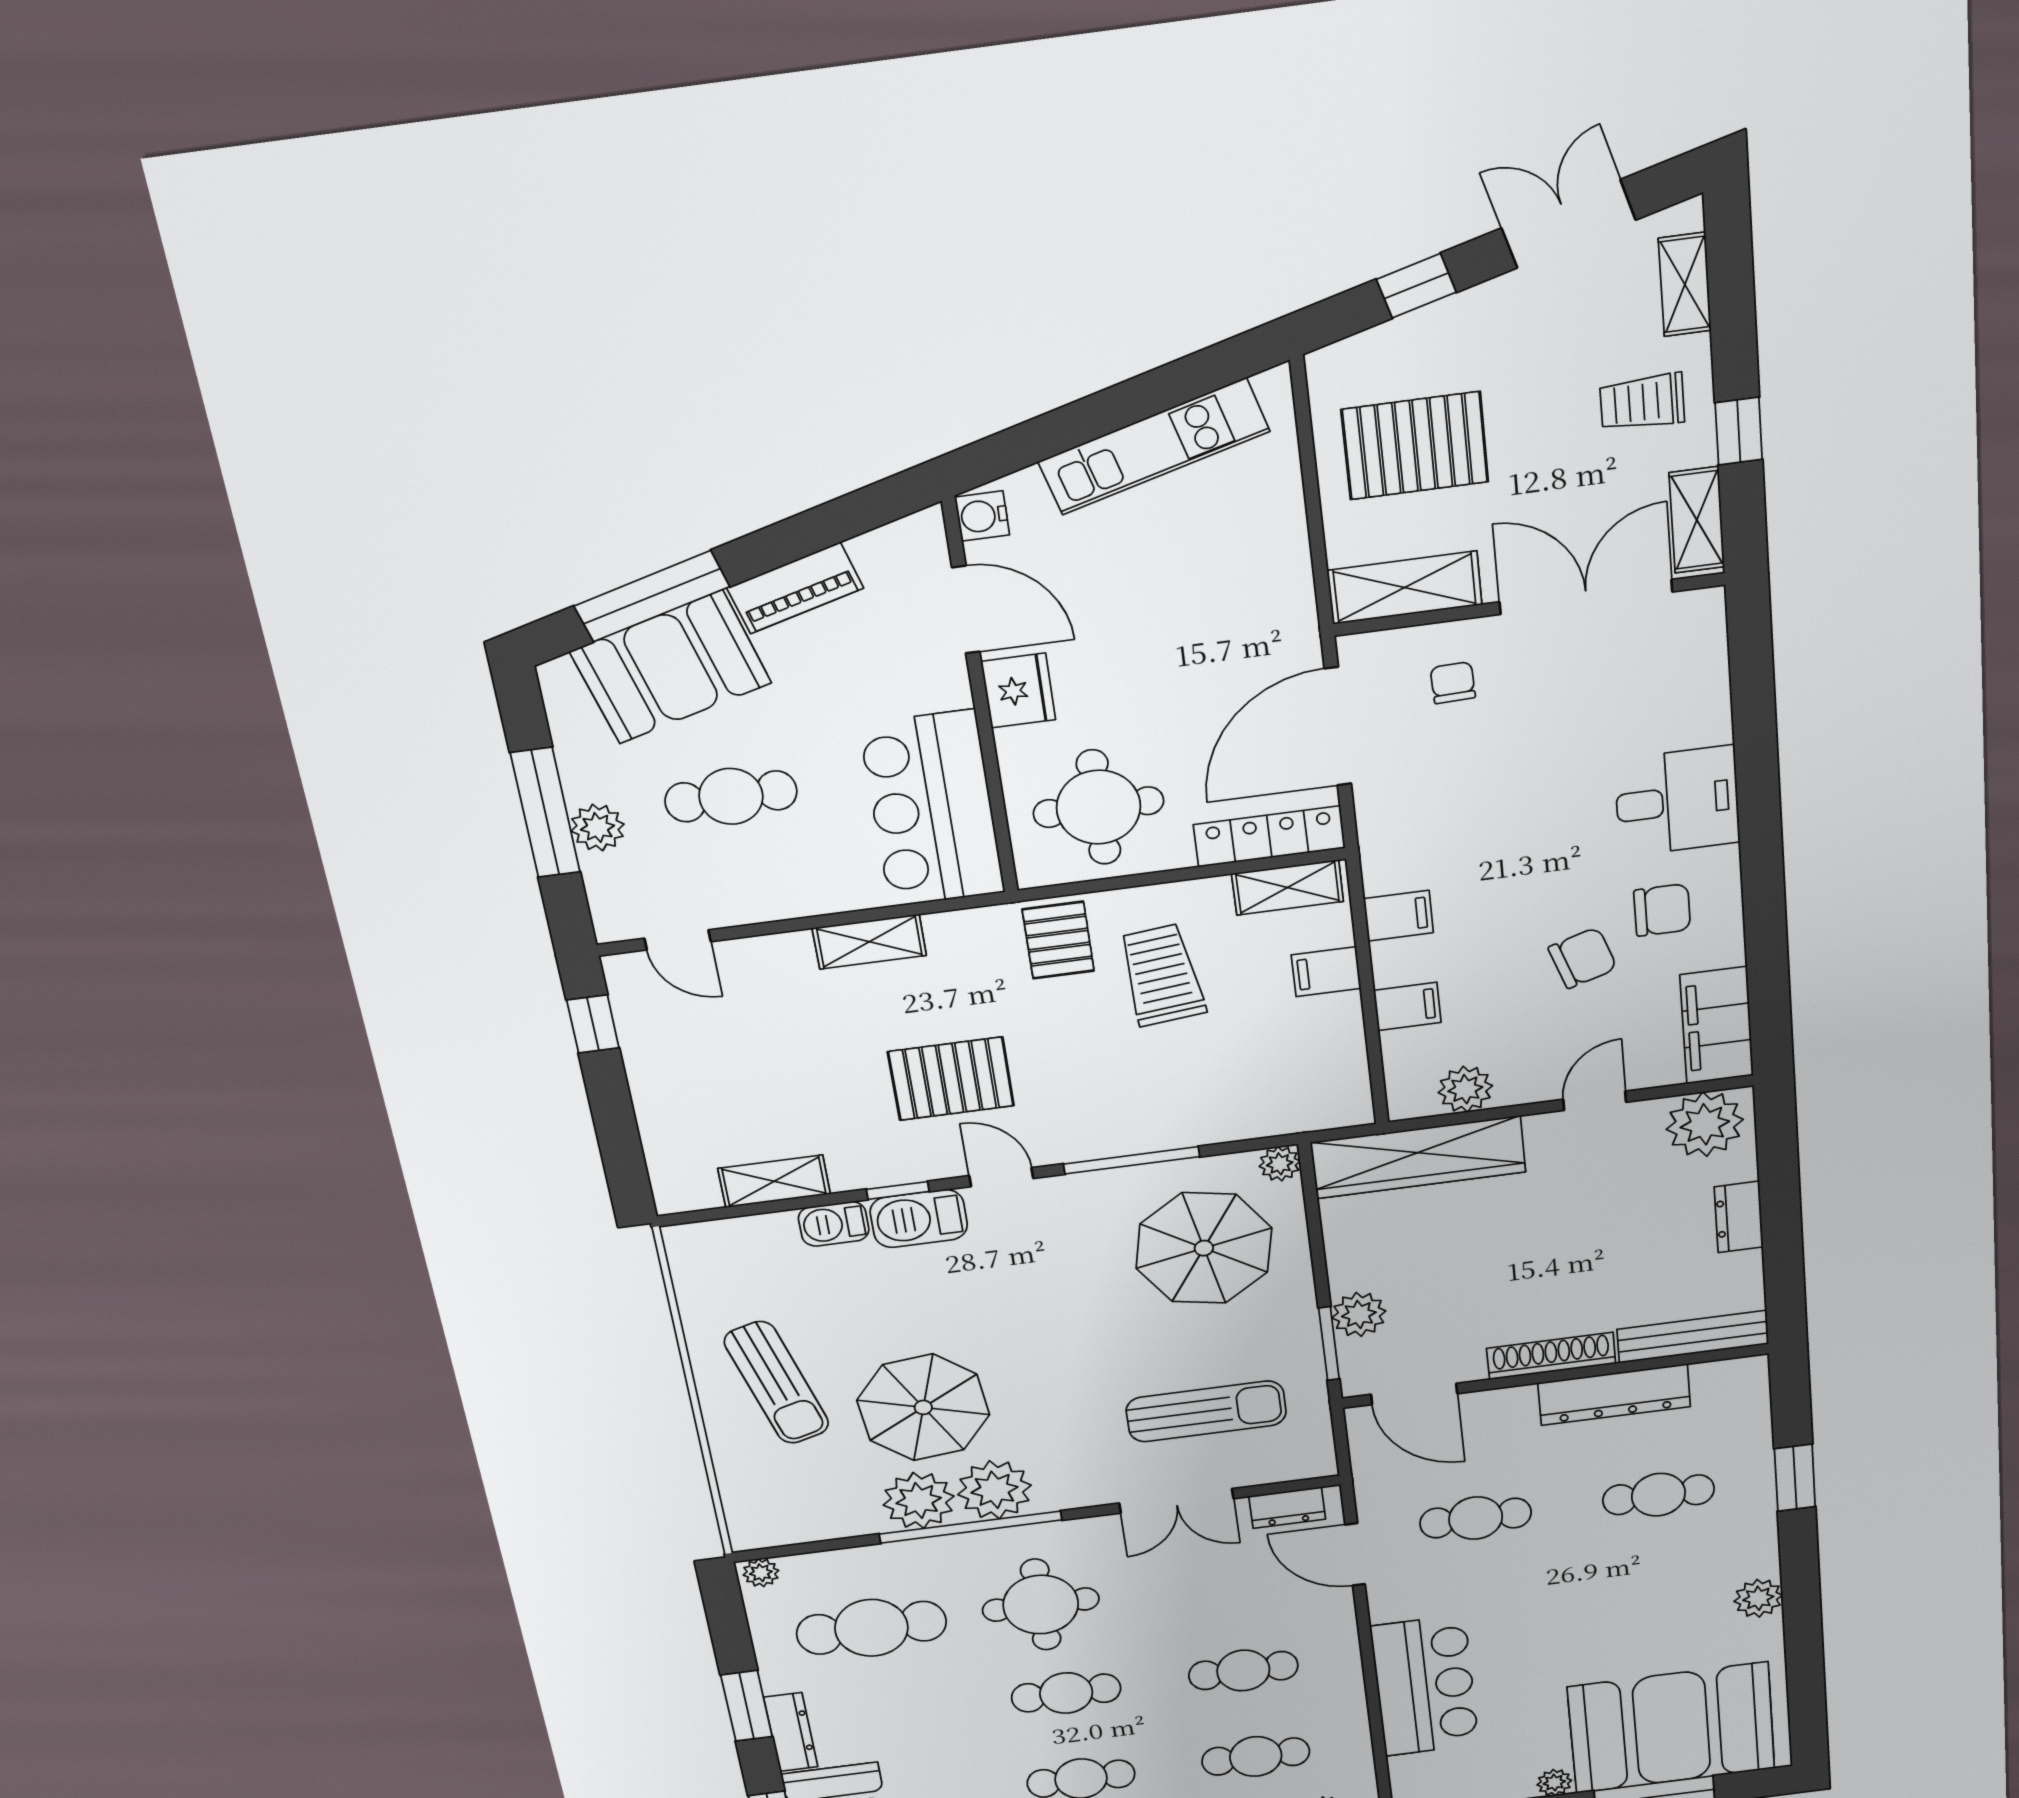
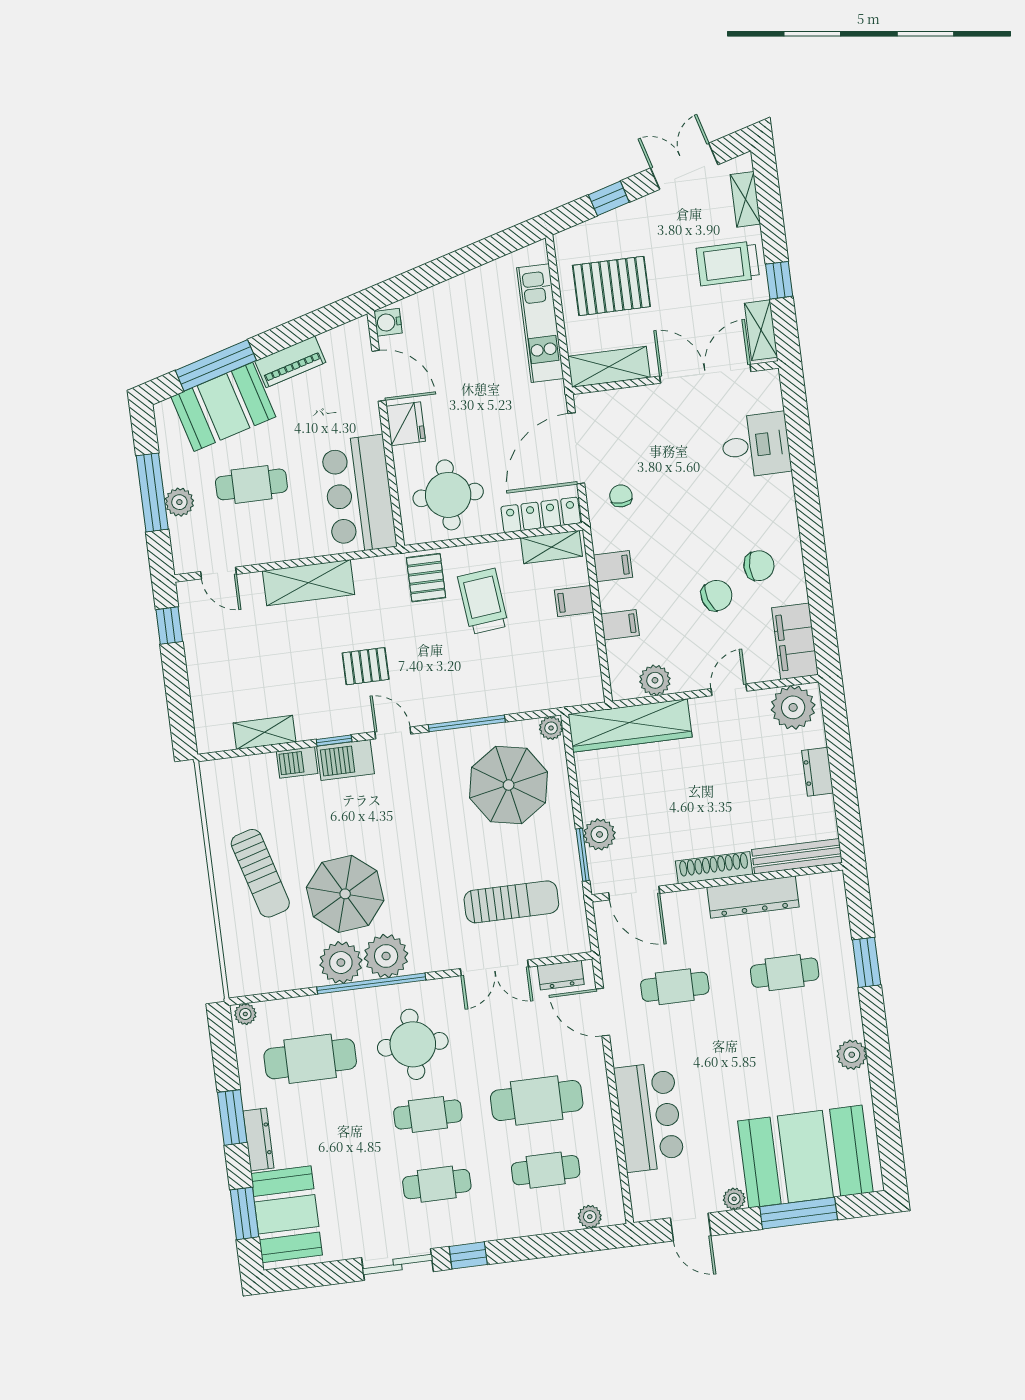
trolley: (1642, 402) -> (728, 263), width x1.36, depth x1.39
kitchen unit: (1154, 447) -> (540, 323), moved, turned 106
chair: (1453, 683) -> (621, 496), moved
desk: (1677, 801) -> (756, 445), moved
shelving: (869, 942) -> (309, 583), width x1.50, depth x1.33
pallet: (951, 1079) -> (366, 666), width x0.67, depth x0.71
cafe table: (1243, 1671) -> (537, 1101), width x1.37, depth x1.35

